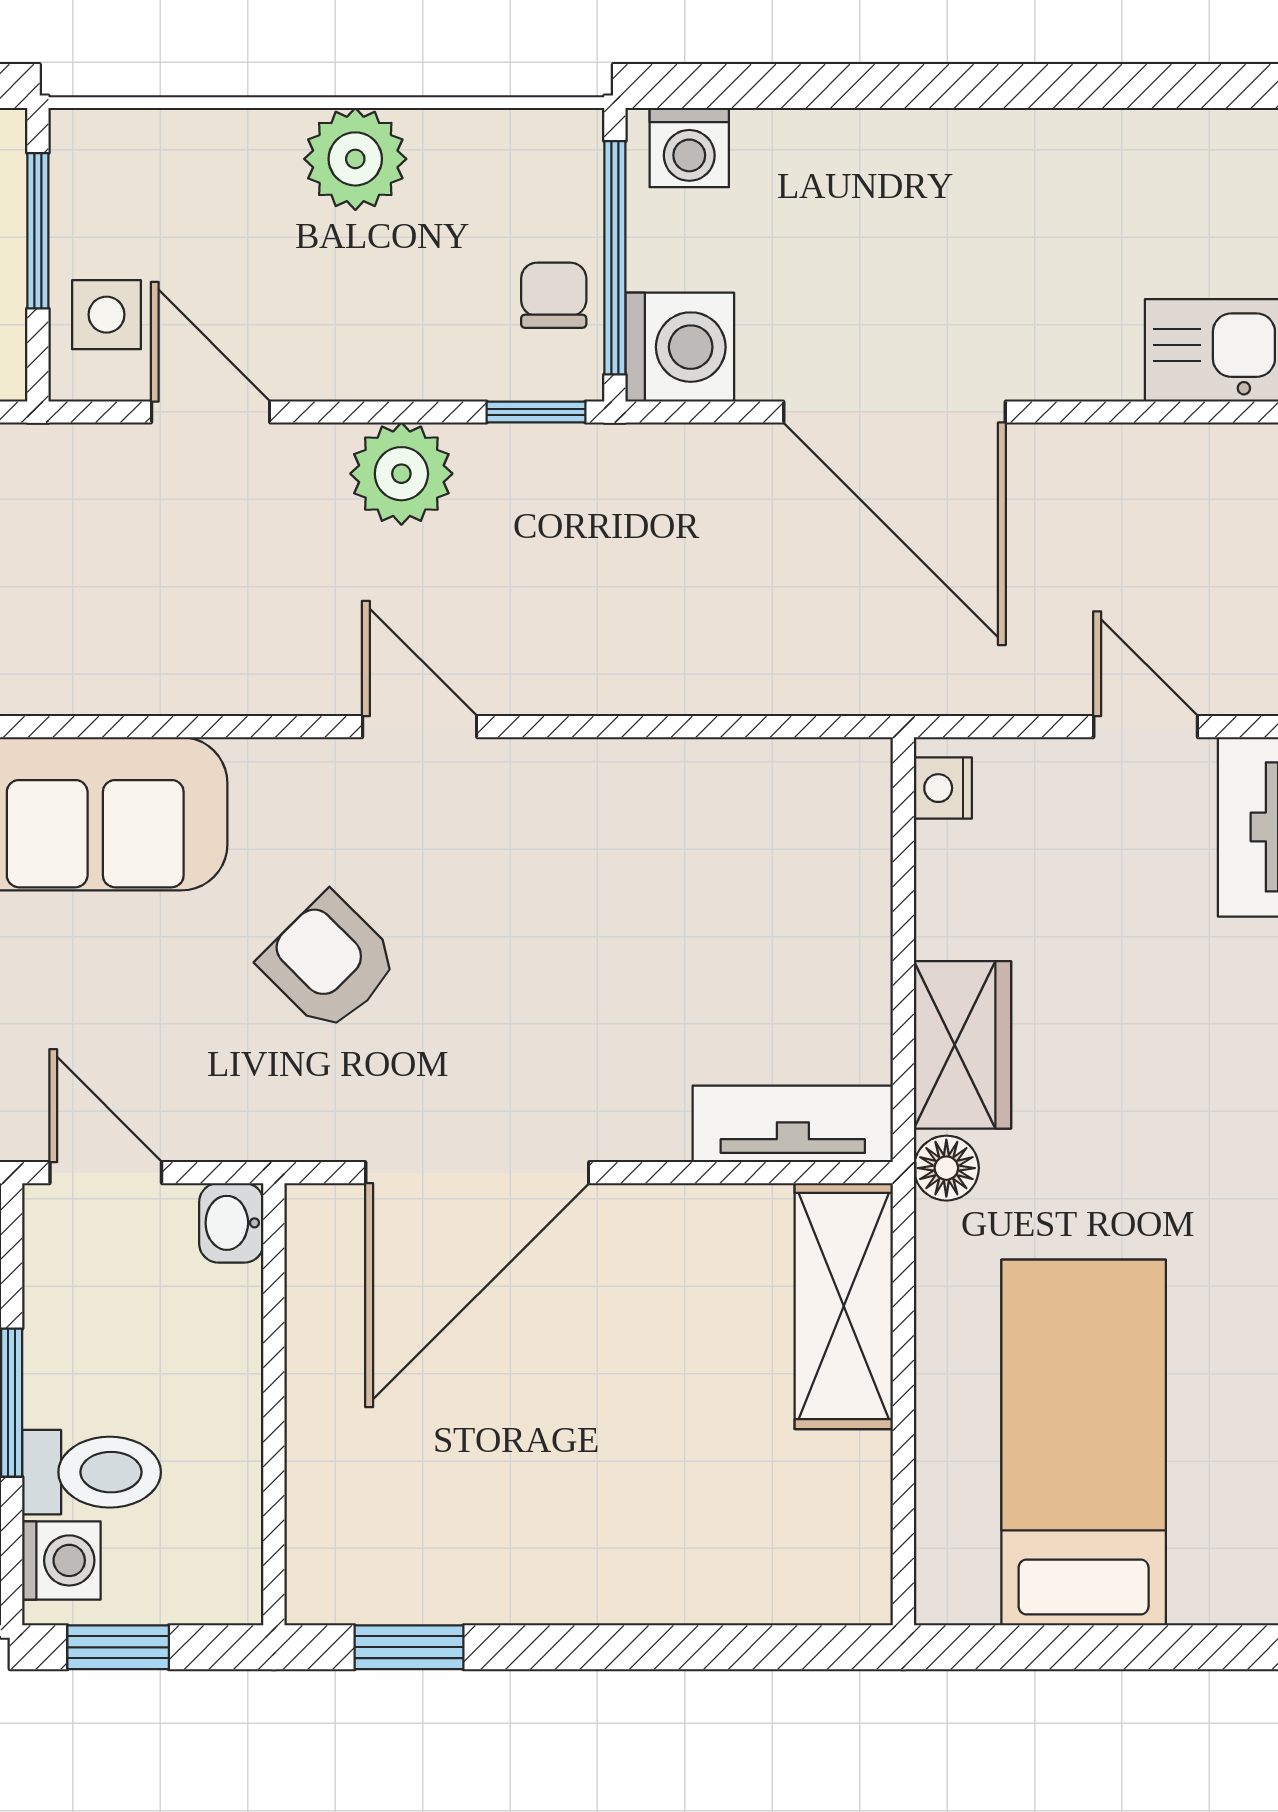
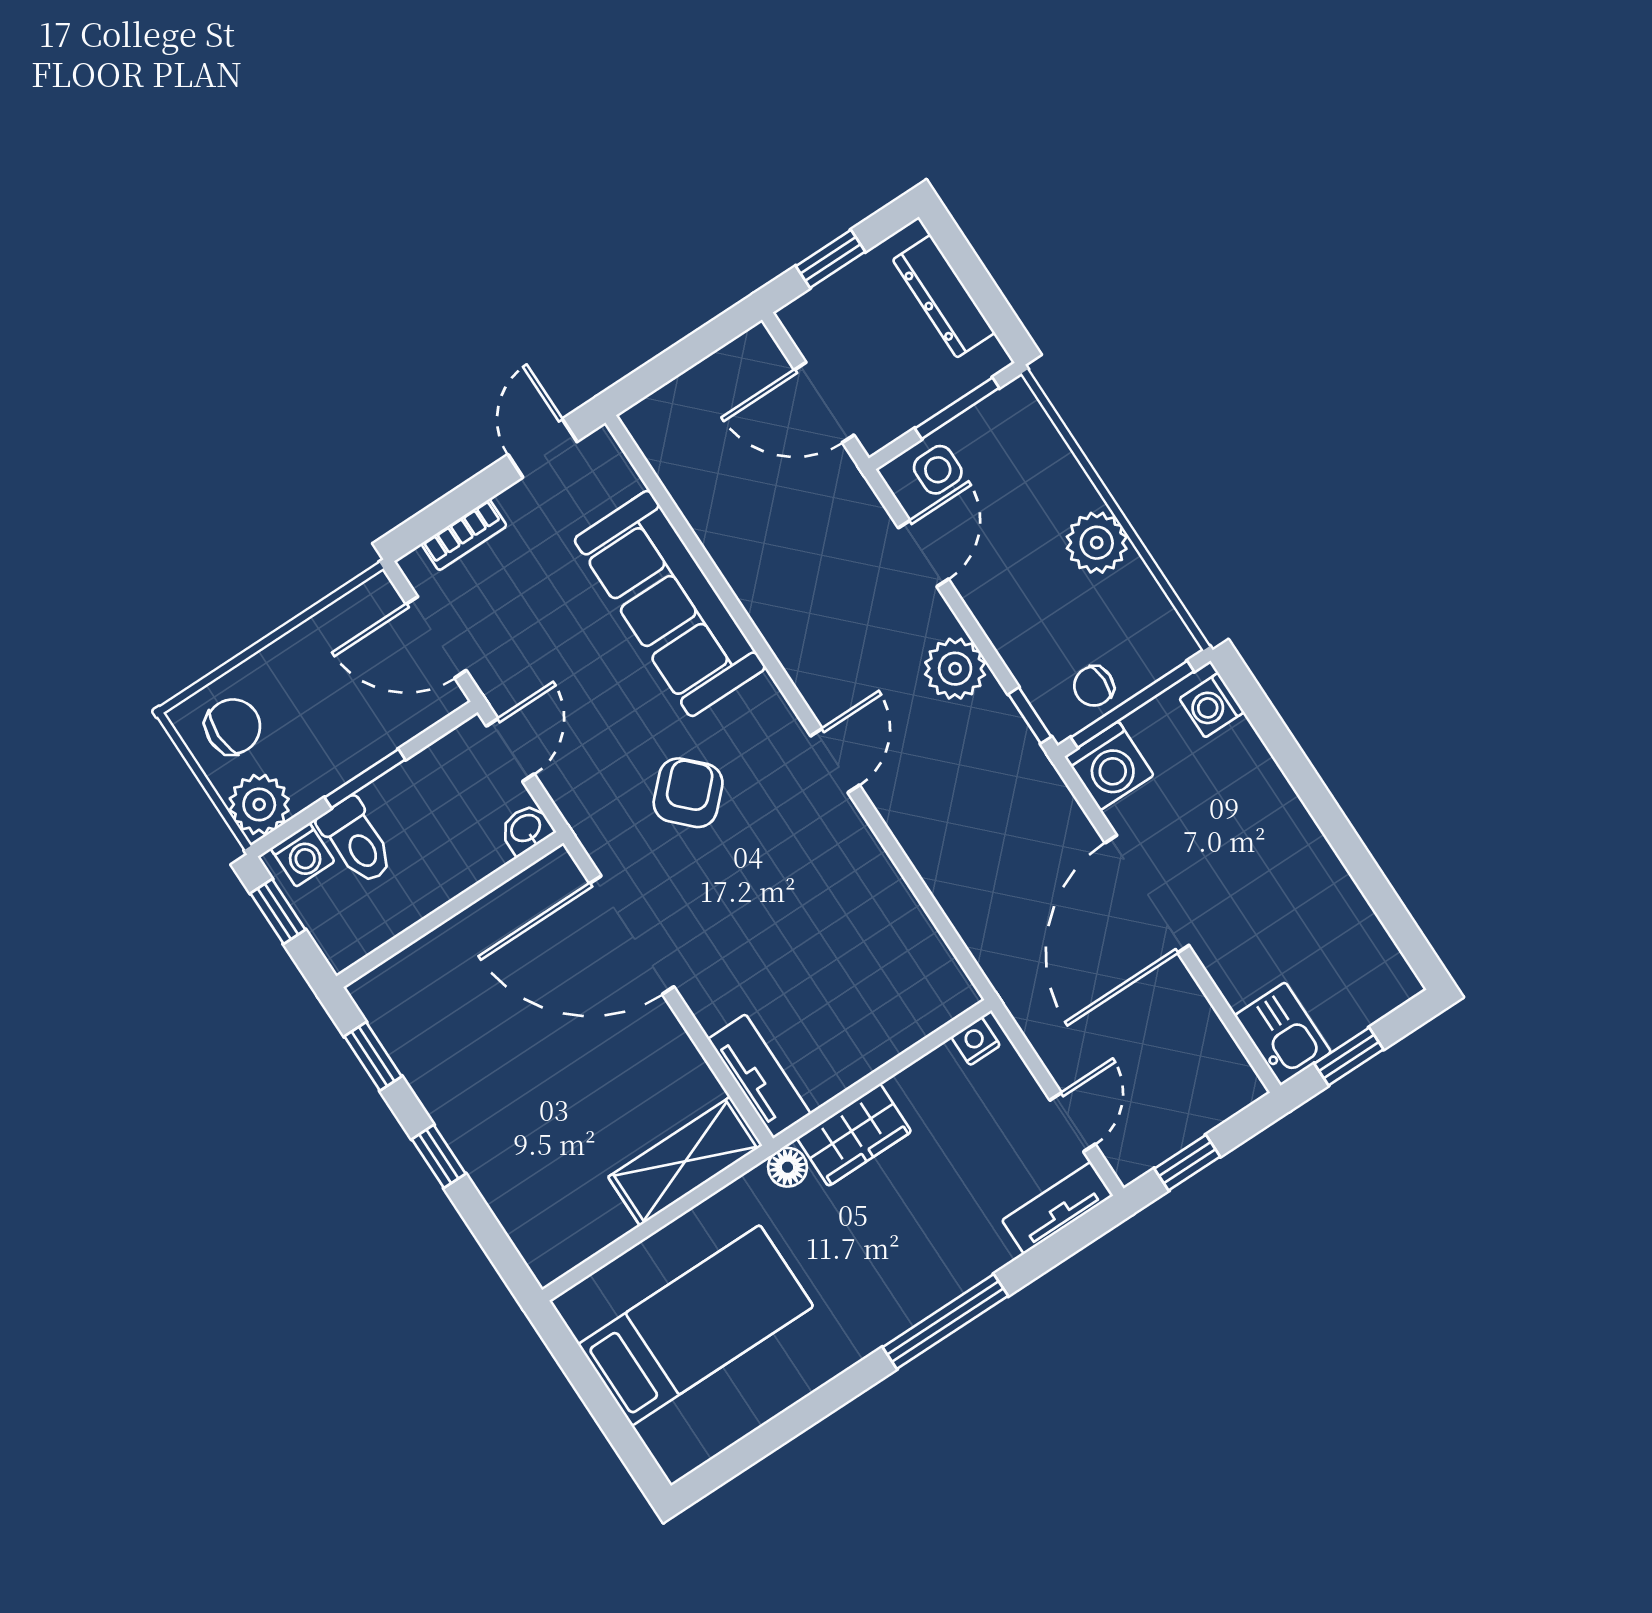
chair: (554, 295) -> (1094, 686), turned 180
window: (610, 1647) -> (439, 1156), added

